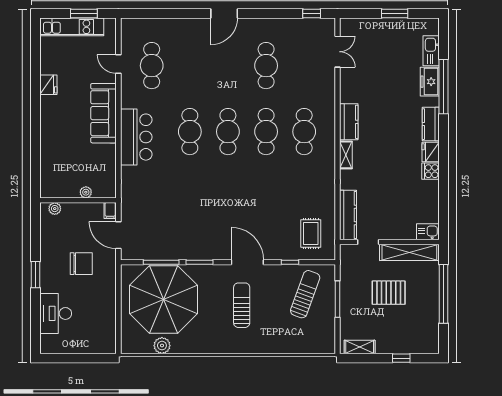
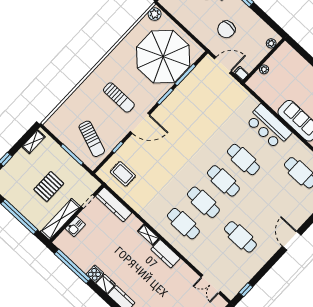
window: (444, 199) -> (72, 266), added
kitchen sink: (428, 232) -> (75, 226), moved
plant: (162, 346) -> (155, 14), moved

